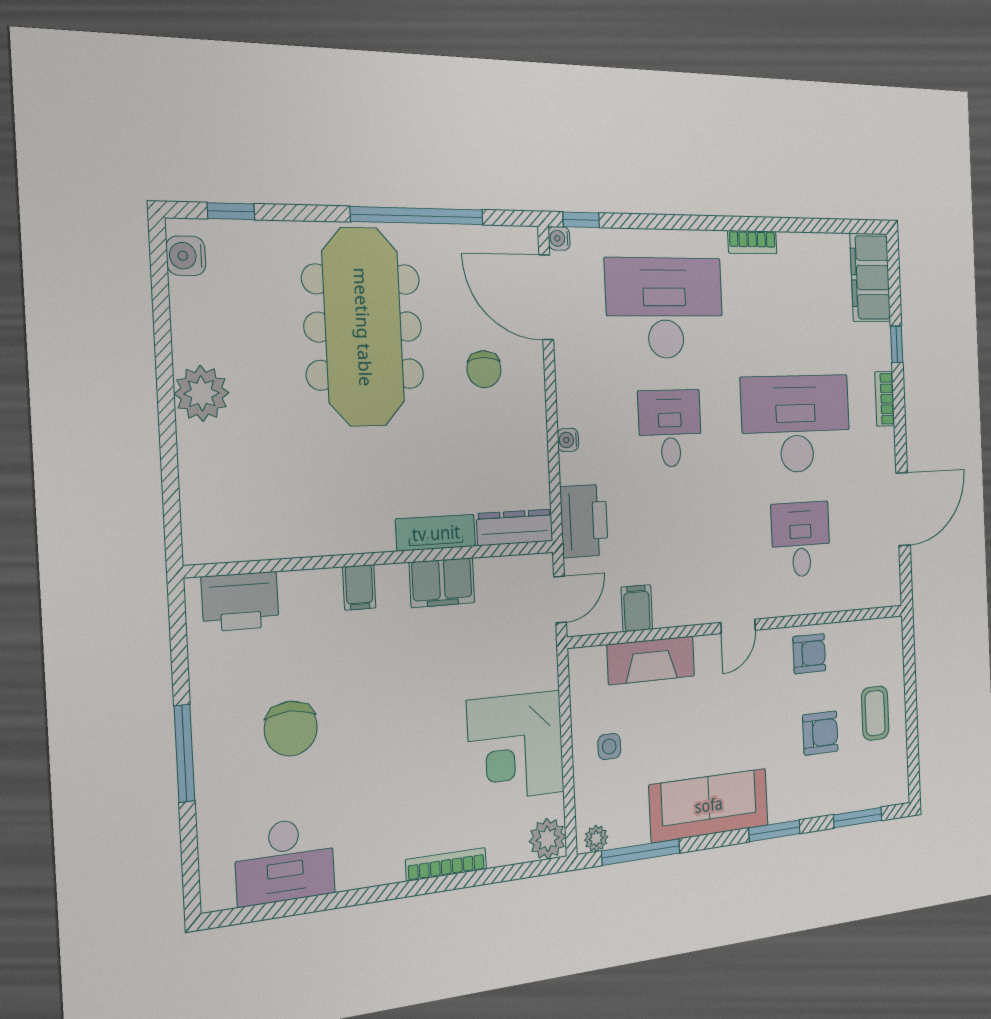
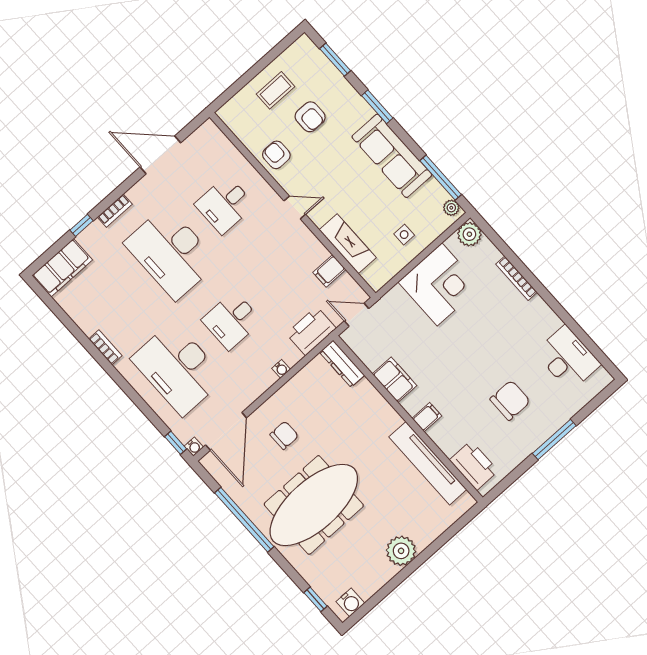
tv unit: (436, 533) -> (428, 463), moved, width x1.92, depth x1.29
armchair: (820, 733) -> (310, 117), turned 180

